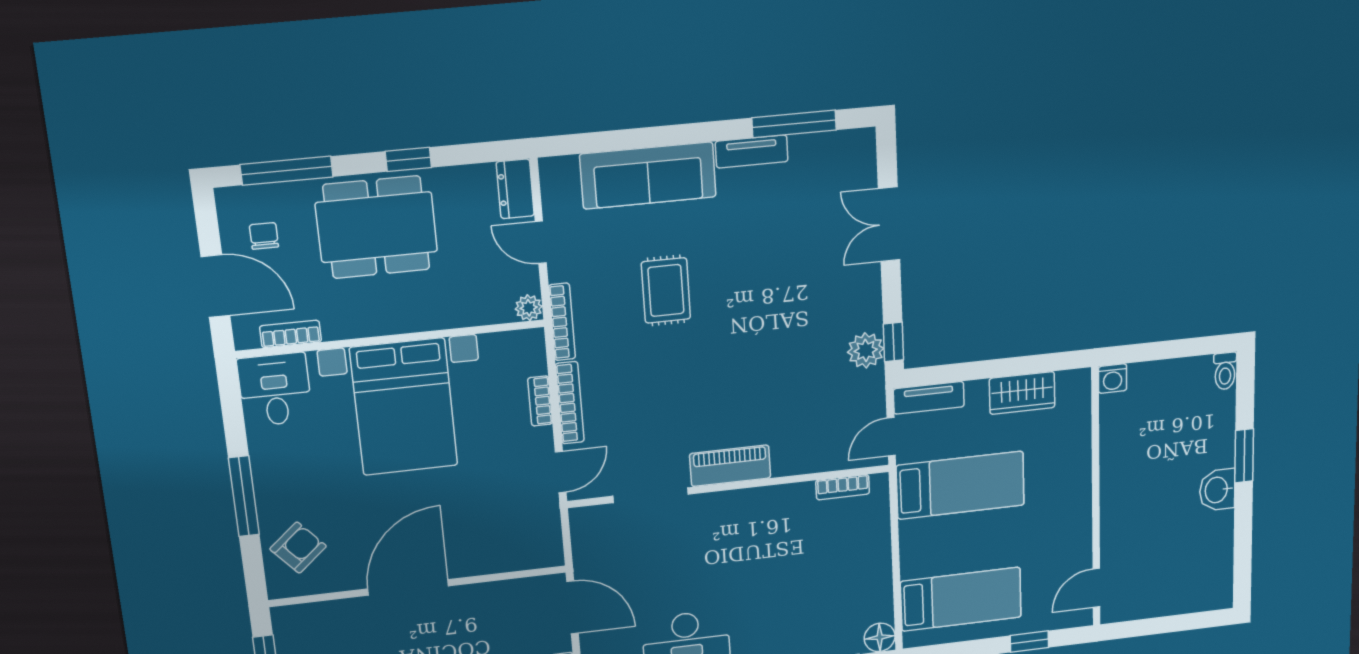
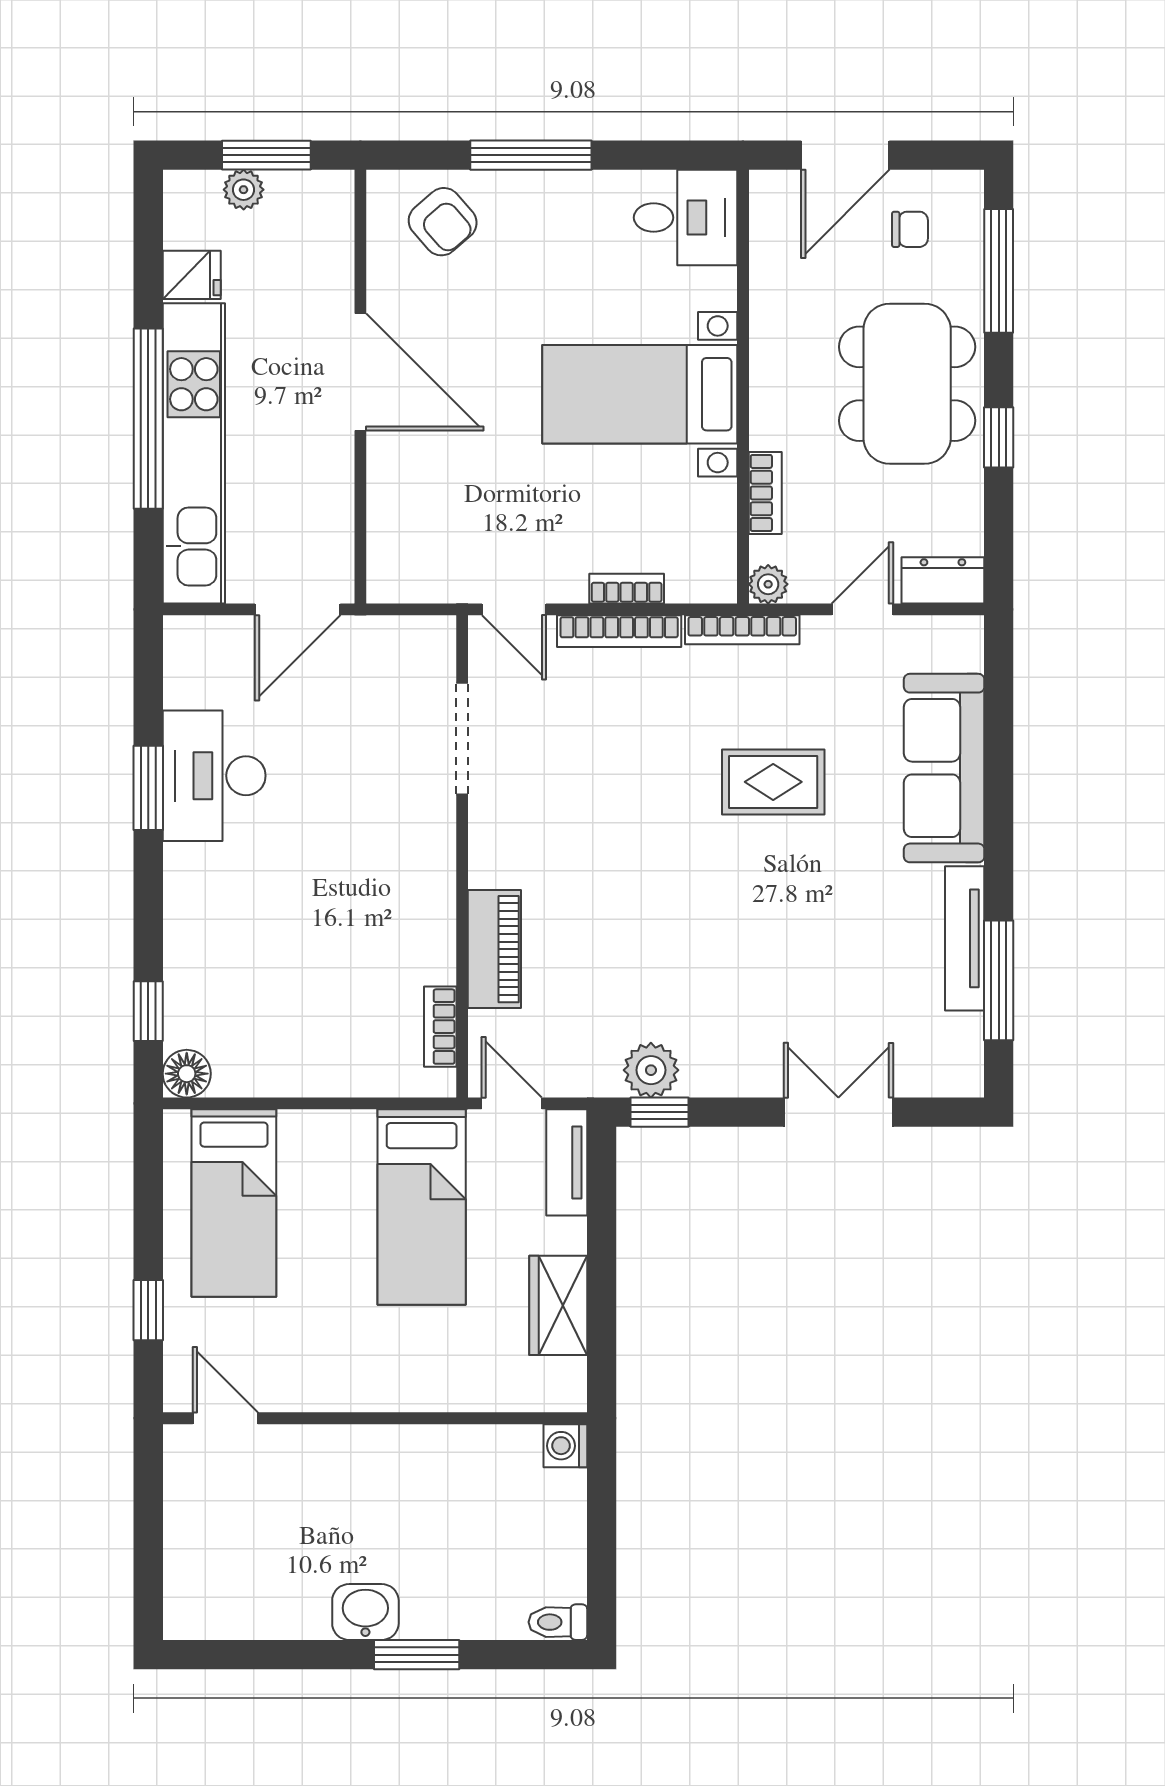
tv unit: (752, 151) -> (965, 938), width x1.41
bookcase: (291, 334) -> (765, 493), moved
bed with nightstands: (404, 407) -> (640, 394), width x0.73
piano: (730, 466) -> (494, 949), moved

